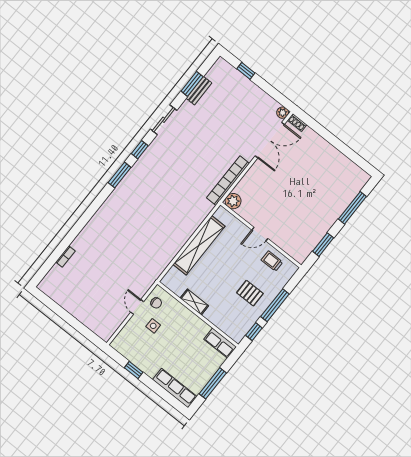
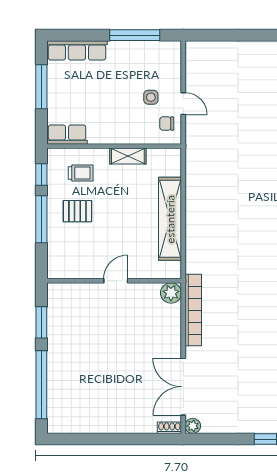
window: (352, 208) -> (41, 385), width x1.46
trolley: (272, 261) -> (81, 173), moved
window: (134, 370) -> (135, 35), width x2.17

